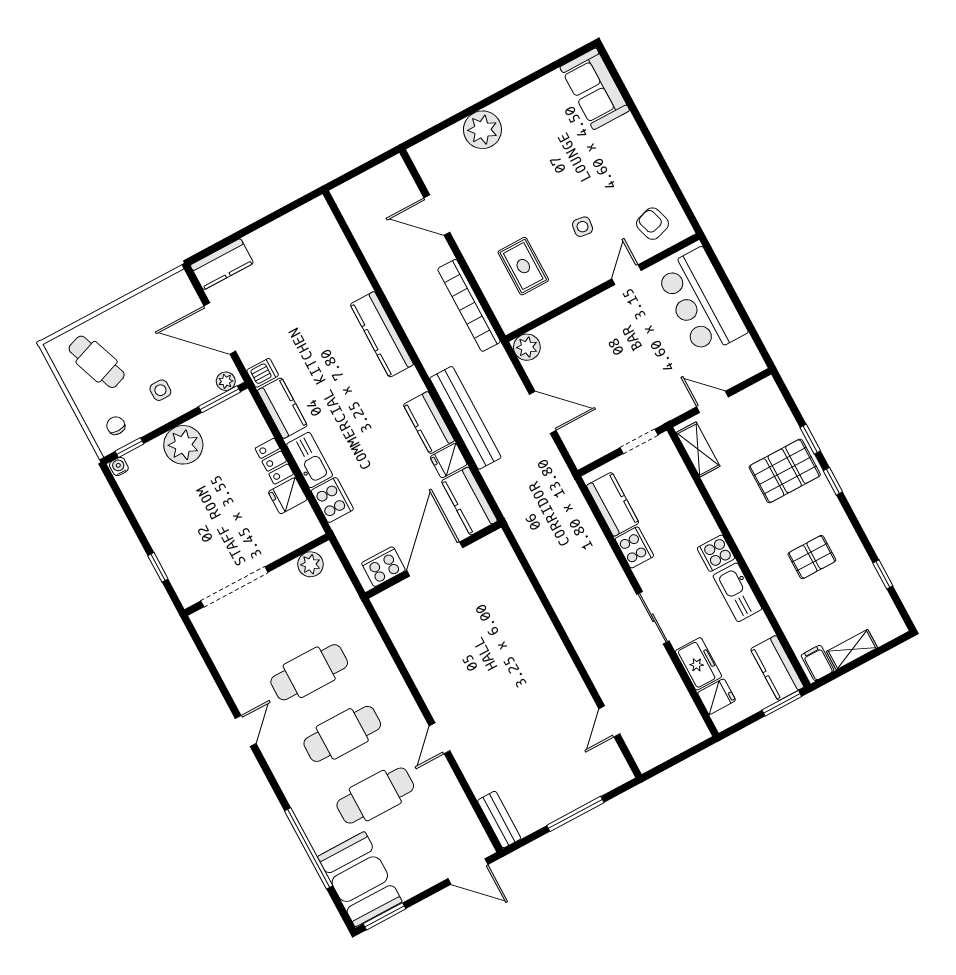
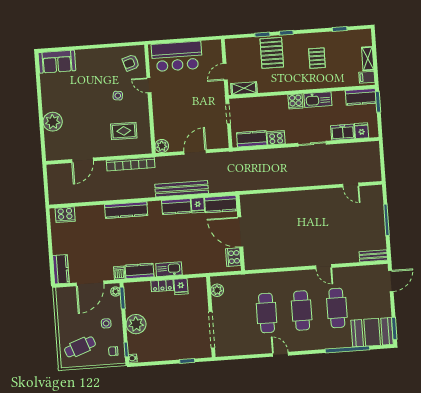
cooker: (332, 500) -> (65, 215), moved, turned 180

